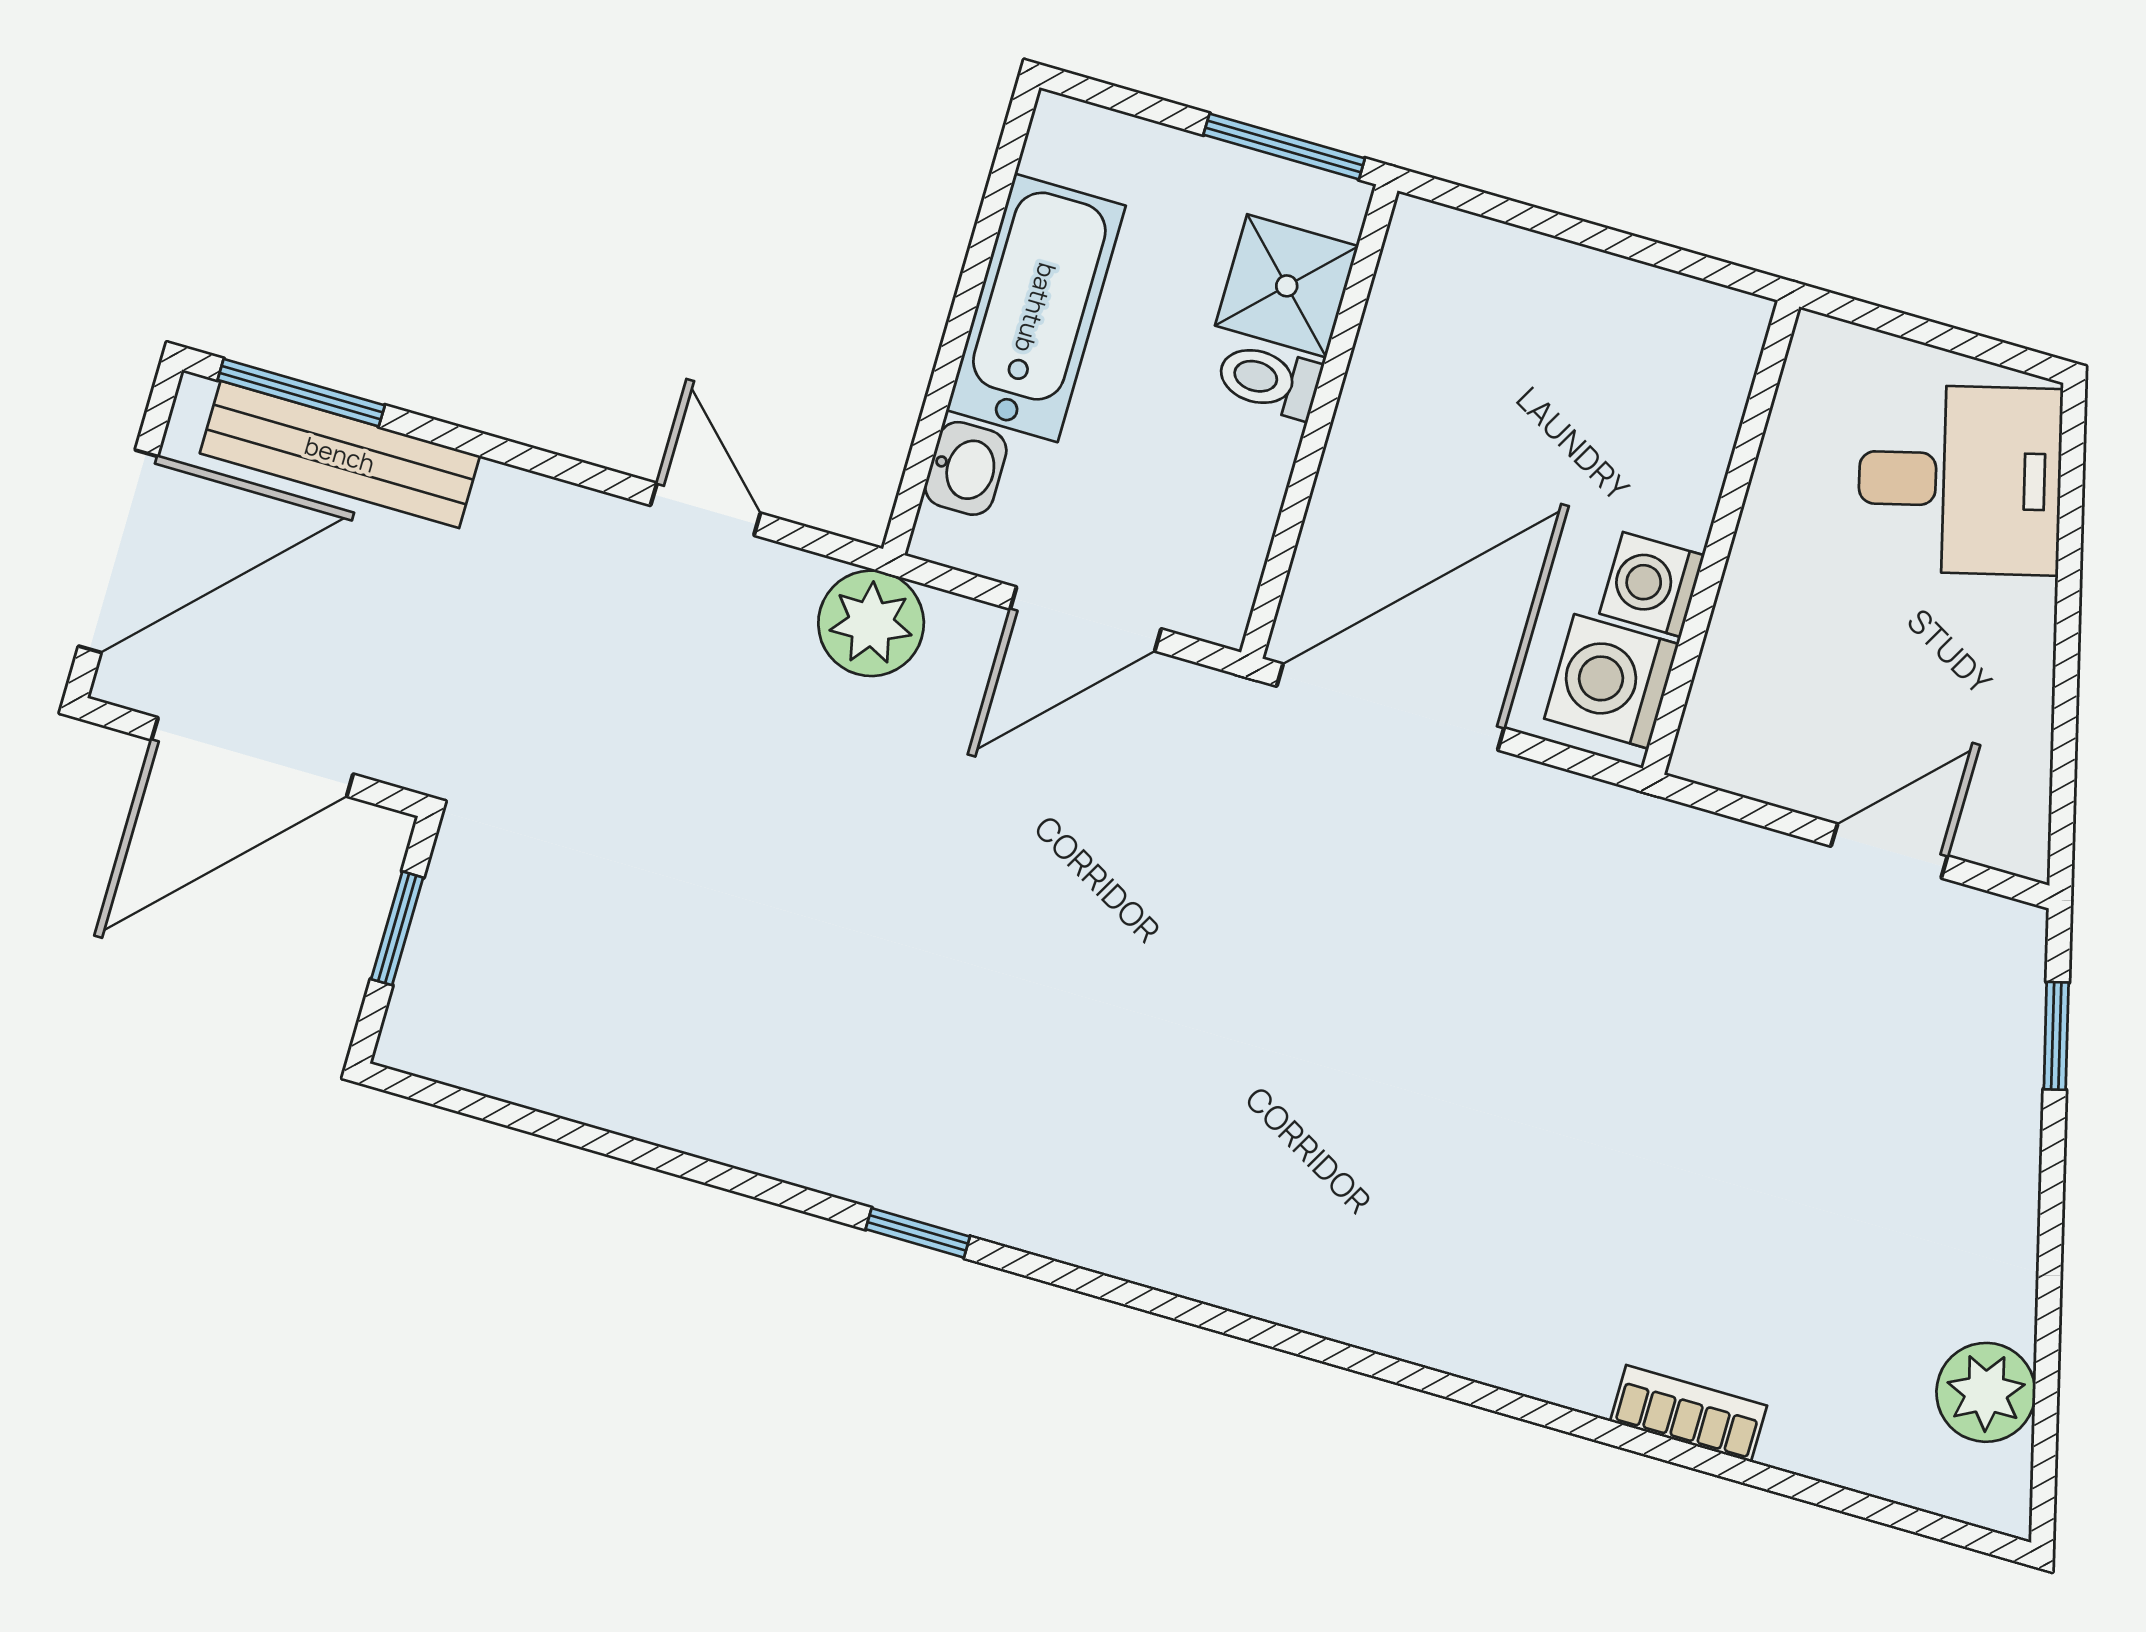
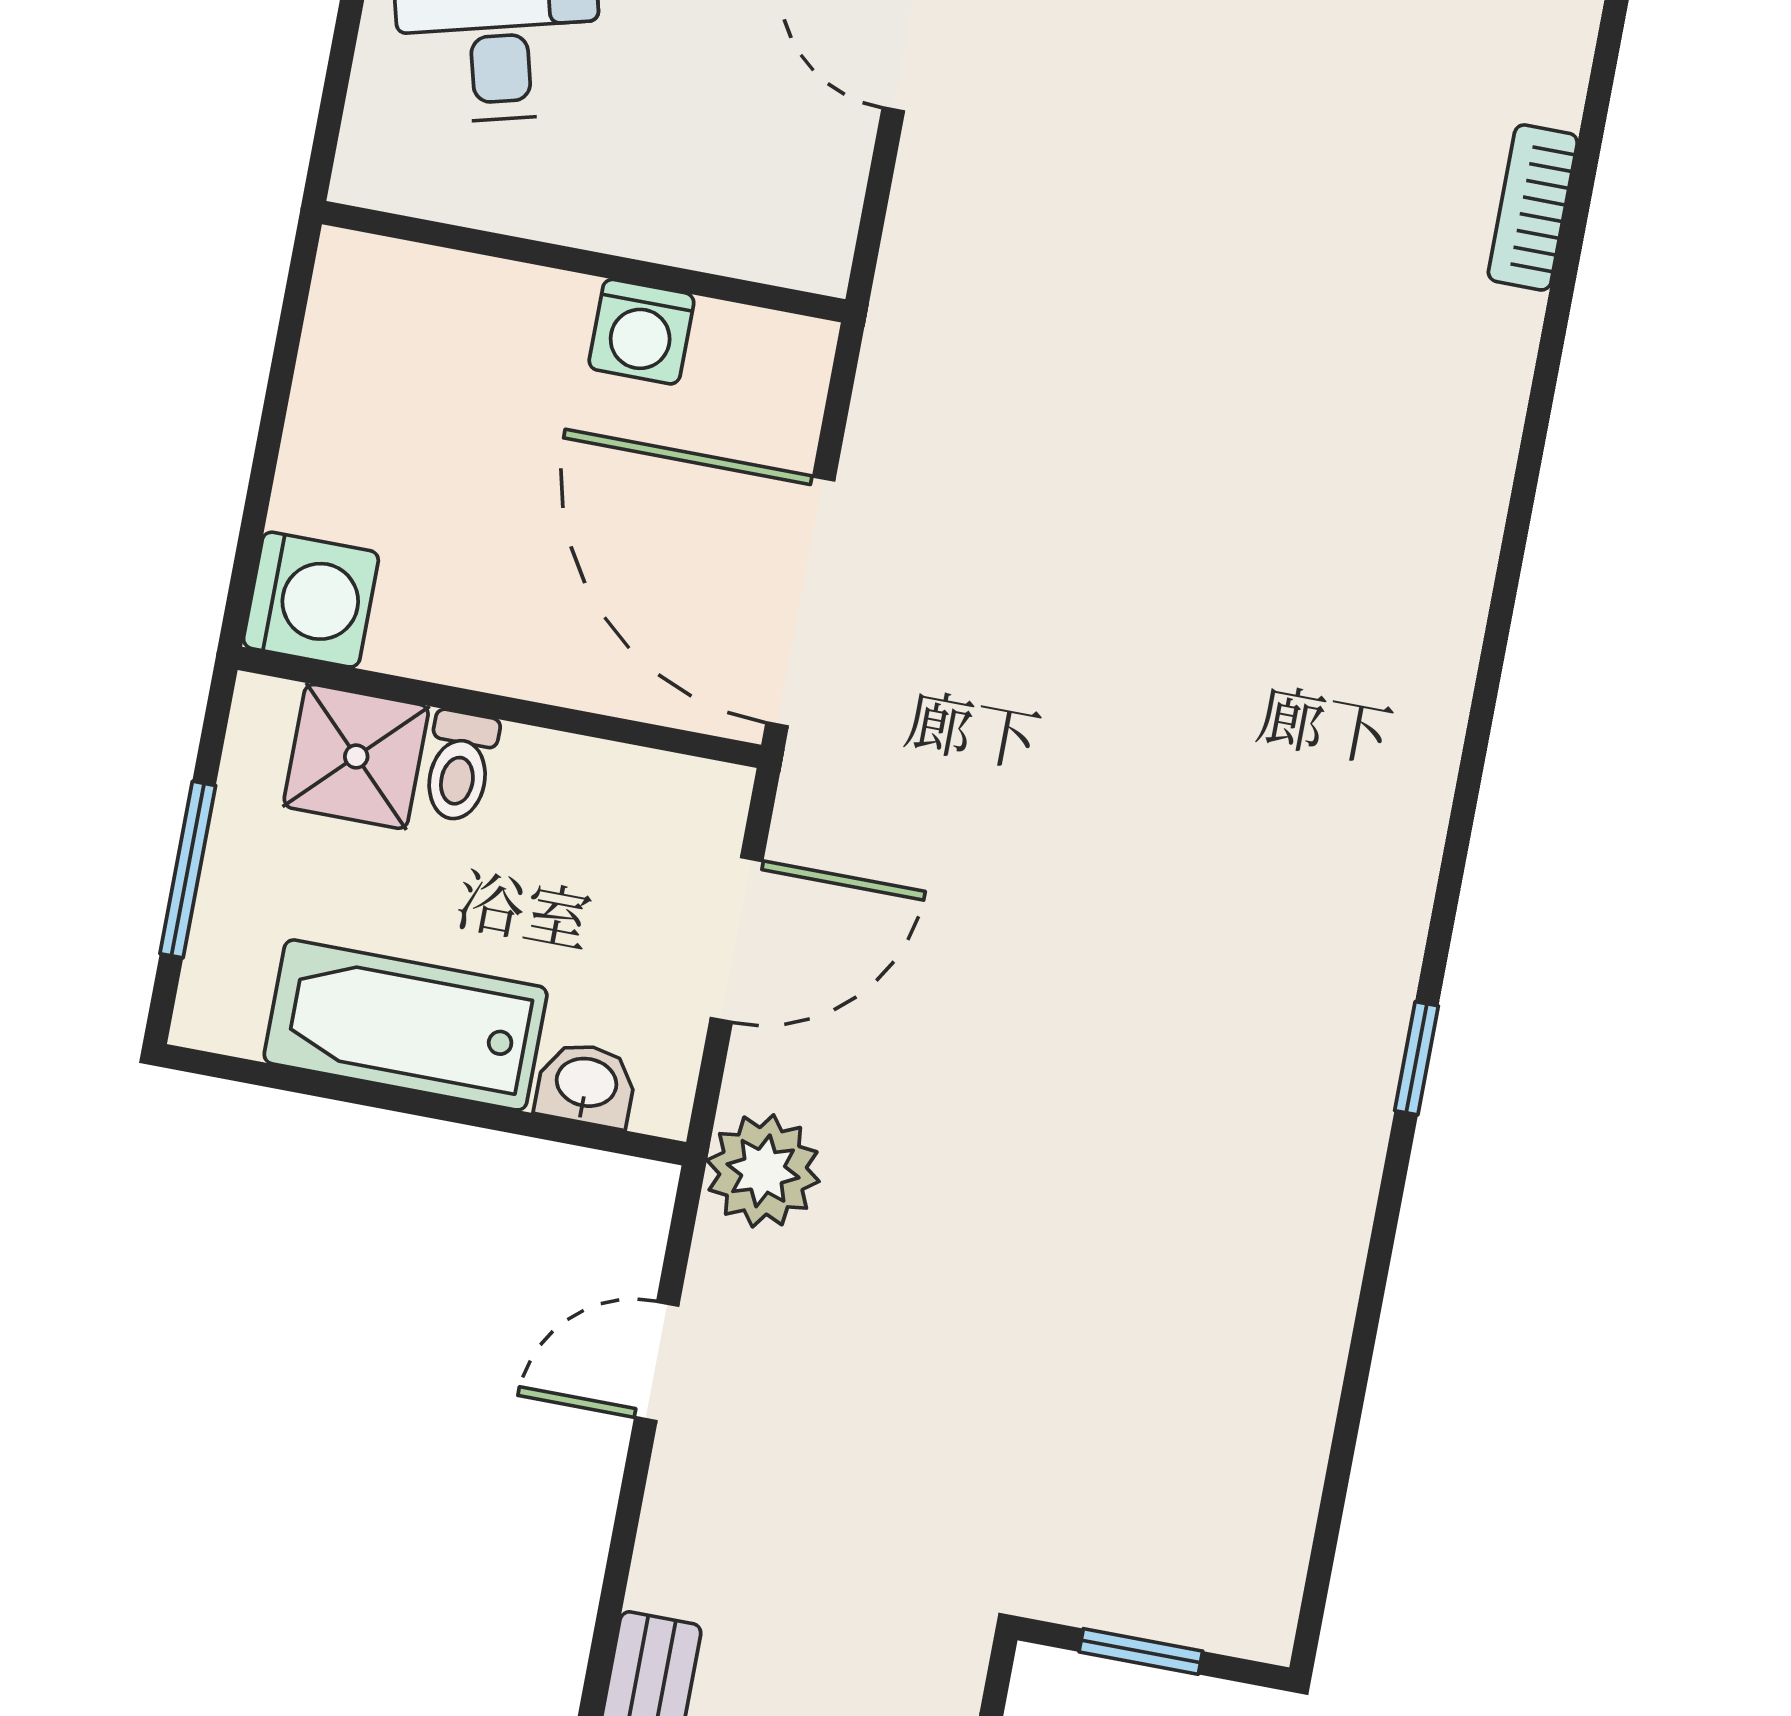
window: (1284, 146) -> (188, 870), moved
door: (1086, 619) -> (736, 940), hinge flipped
washing machine: (1611, 681) -> (311, 600), moved, turned -90

